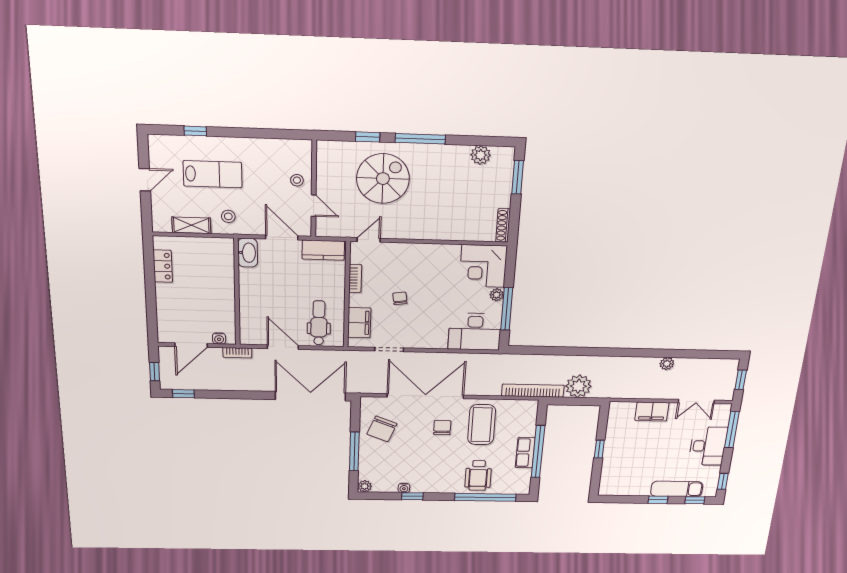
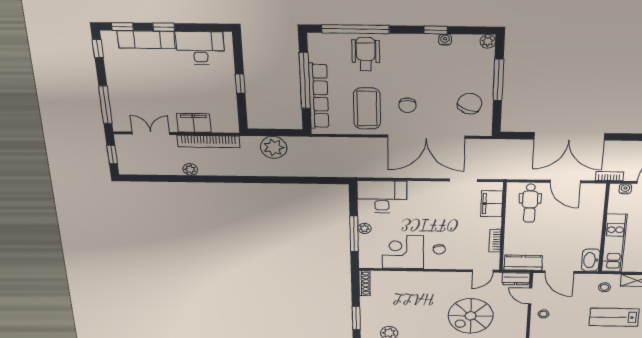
dresser: (331, 229) -> (516, 279), added
corner desk: (483, 266) -> (403, 252), moved, turned -90
kitchen unit: (224, 274) -> (614, 243), added
chair: (400, 298) -> (439, 249), moved
window: (507, 309) -> (354, 234), moved
bookcase: (533, 391) -> (208, 141), moved
double door: (310, 396) -> (569, 136), moved
desk: (708, 446) -> (200, 48), moved, turned 90
row of seats: (525, 453) -> (319, 96), width x2.02

